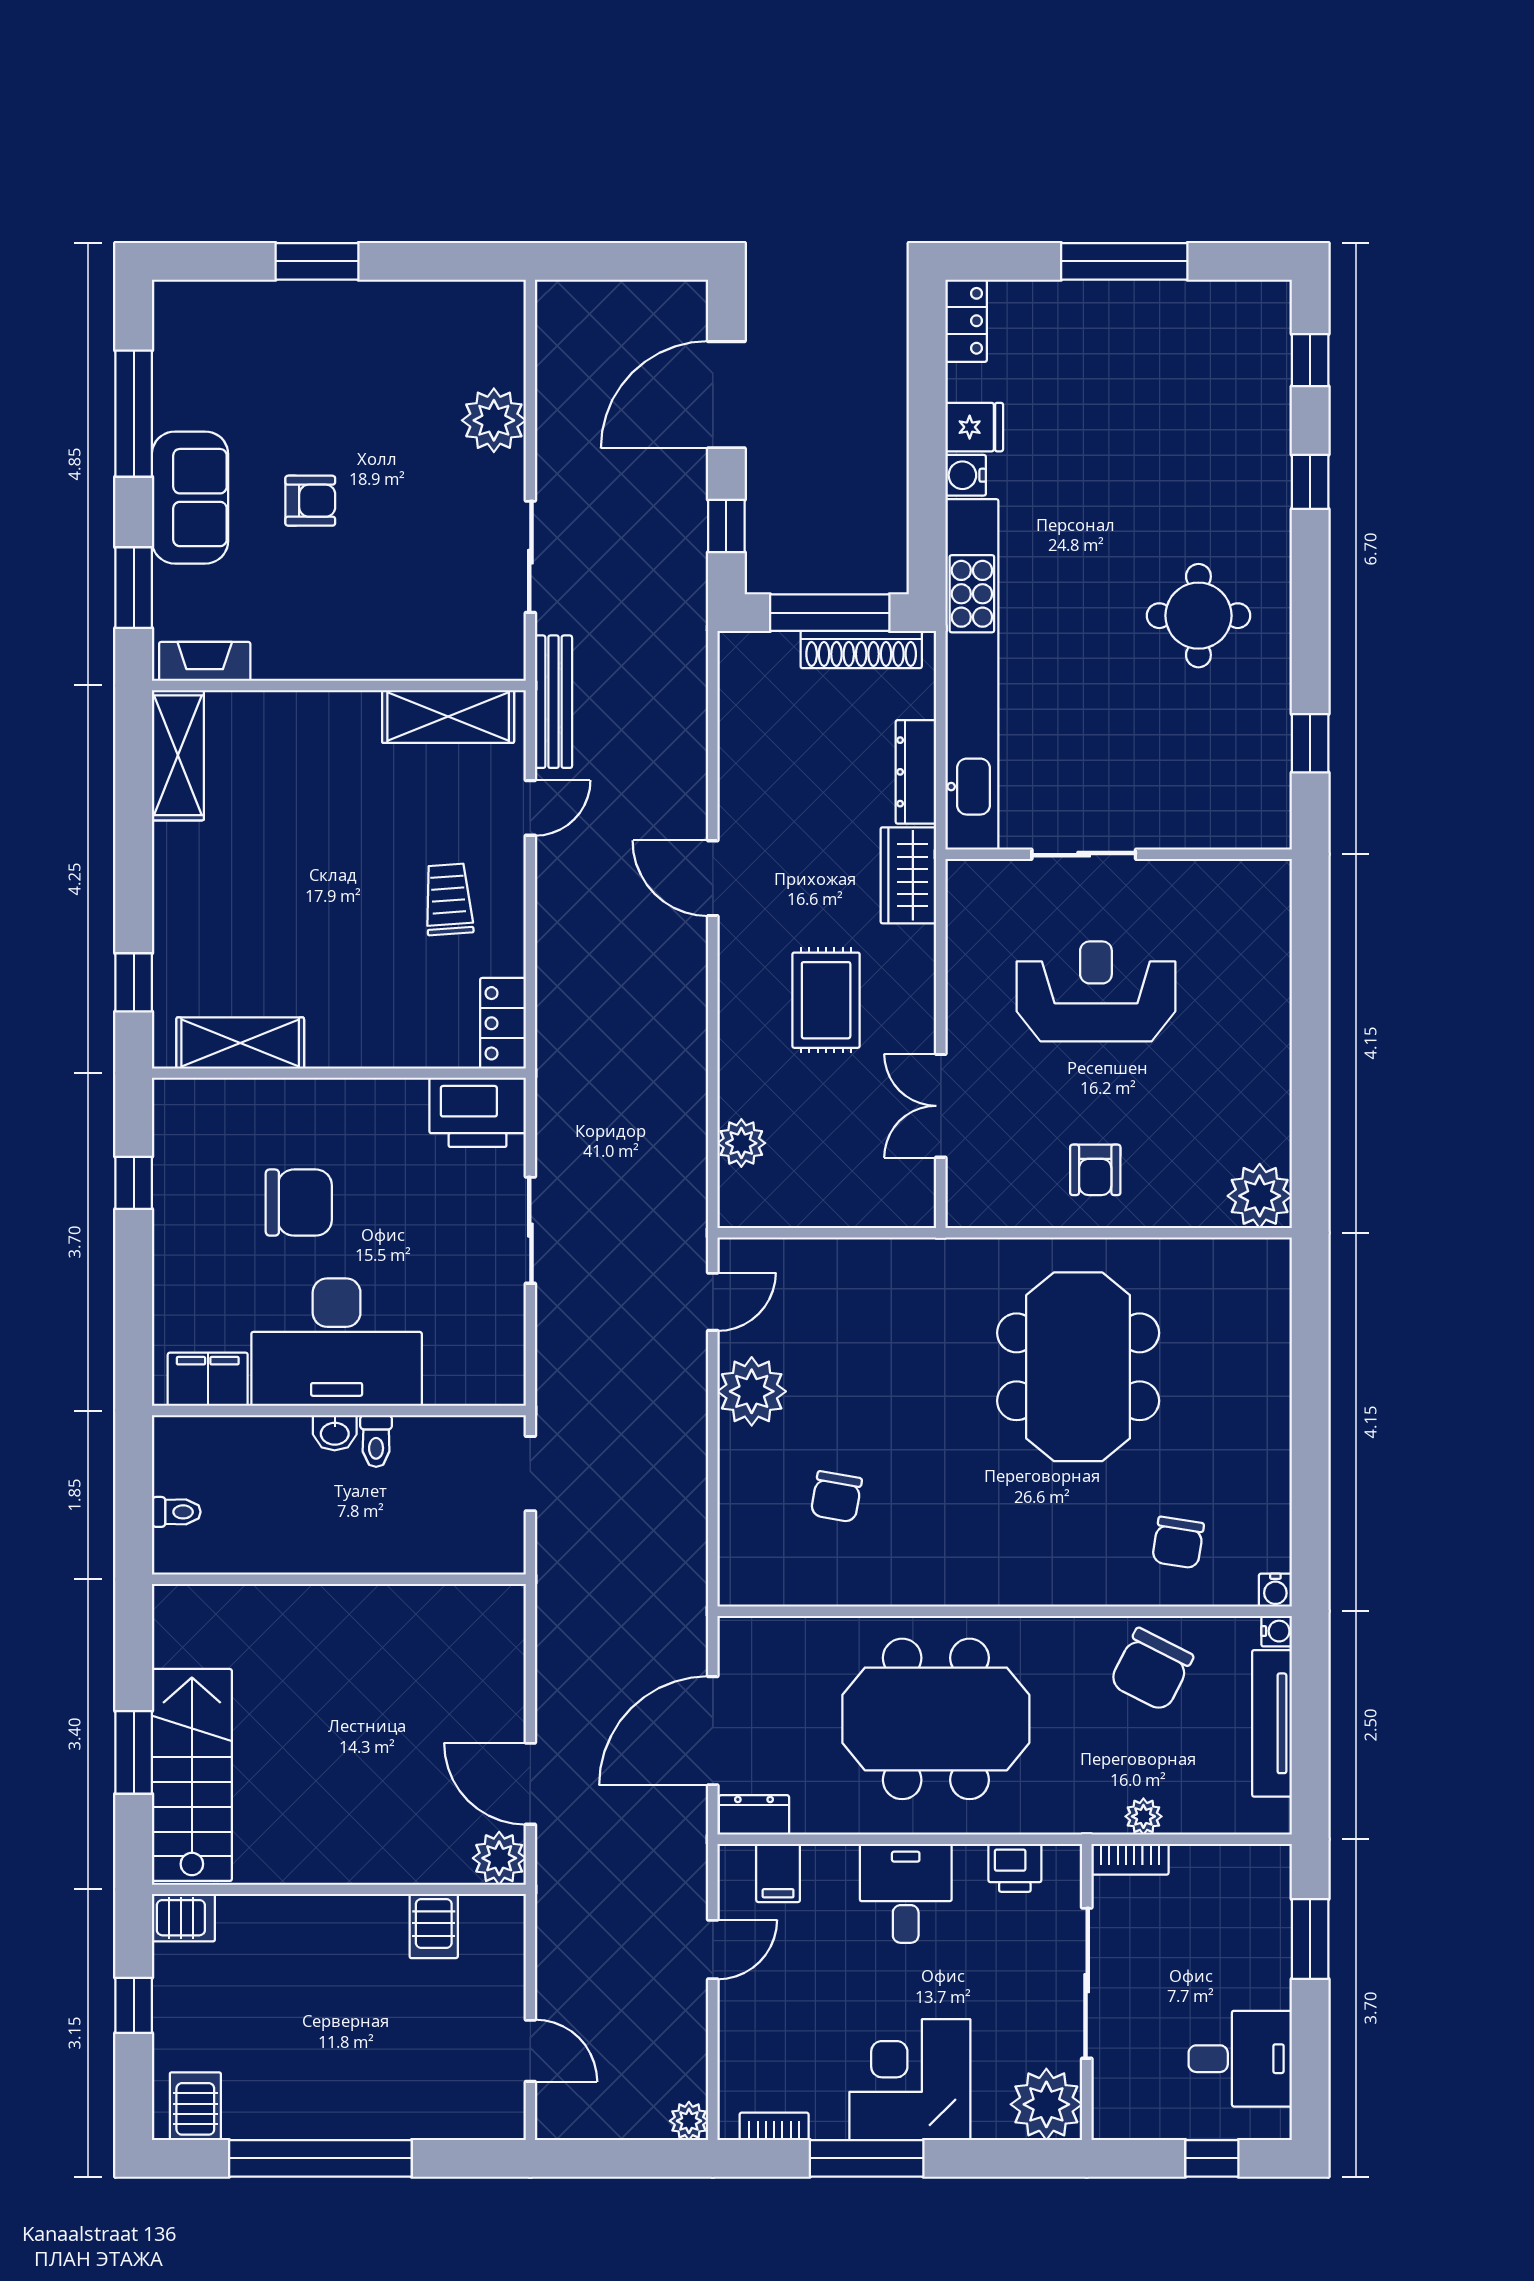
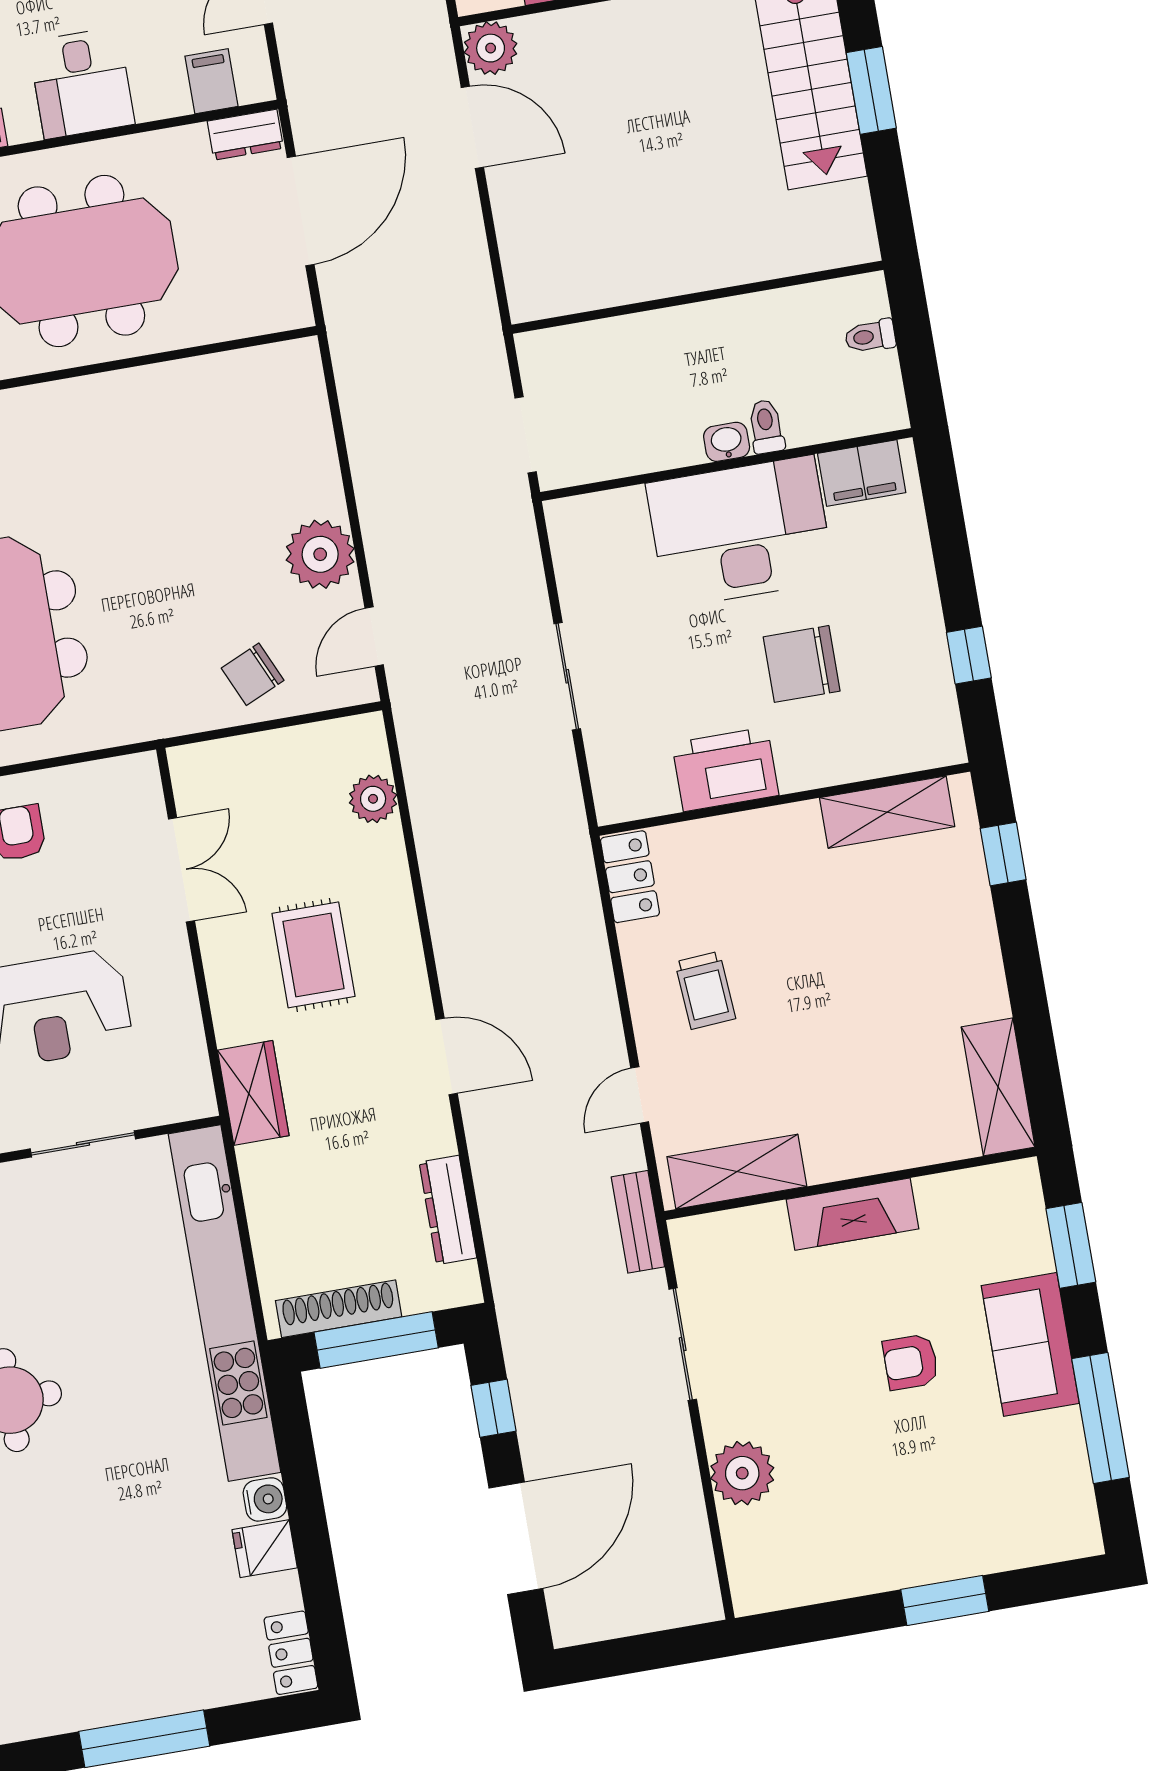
fireplace: (205, 661) -> (853, 1214), moved, width x1.37, depth x1.32
bench: (553, 702) -> (638, 1222), width x0.73
dresser: (916, 772) -> (448, 1210), moved, turned 180
printer: (478, 1112) -> (725, 769), moved
toilet: (376, 1441) -> (766, 427), moved
chair: (836, 1497) -> (253, 674), moved, turned -124

